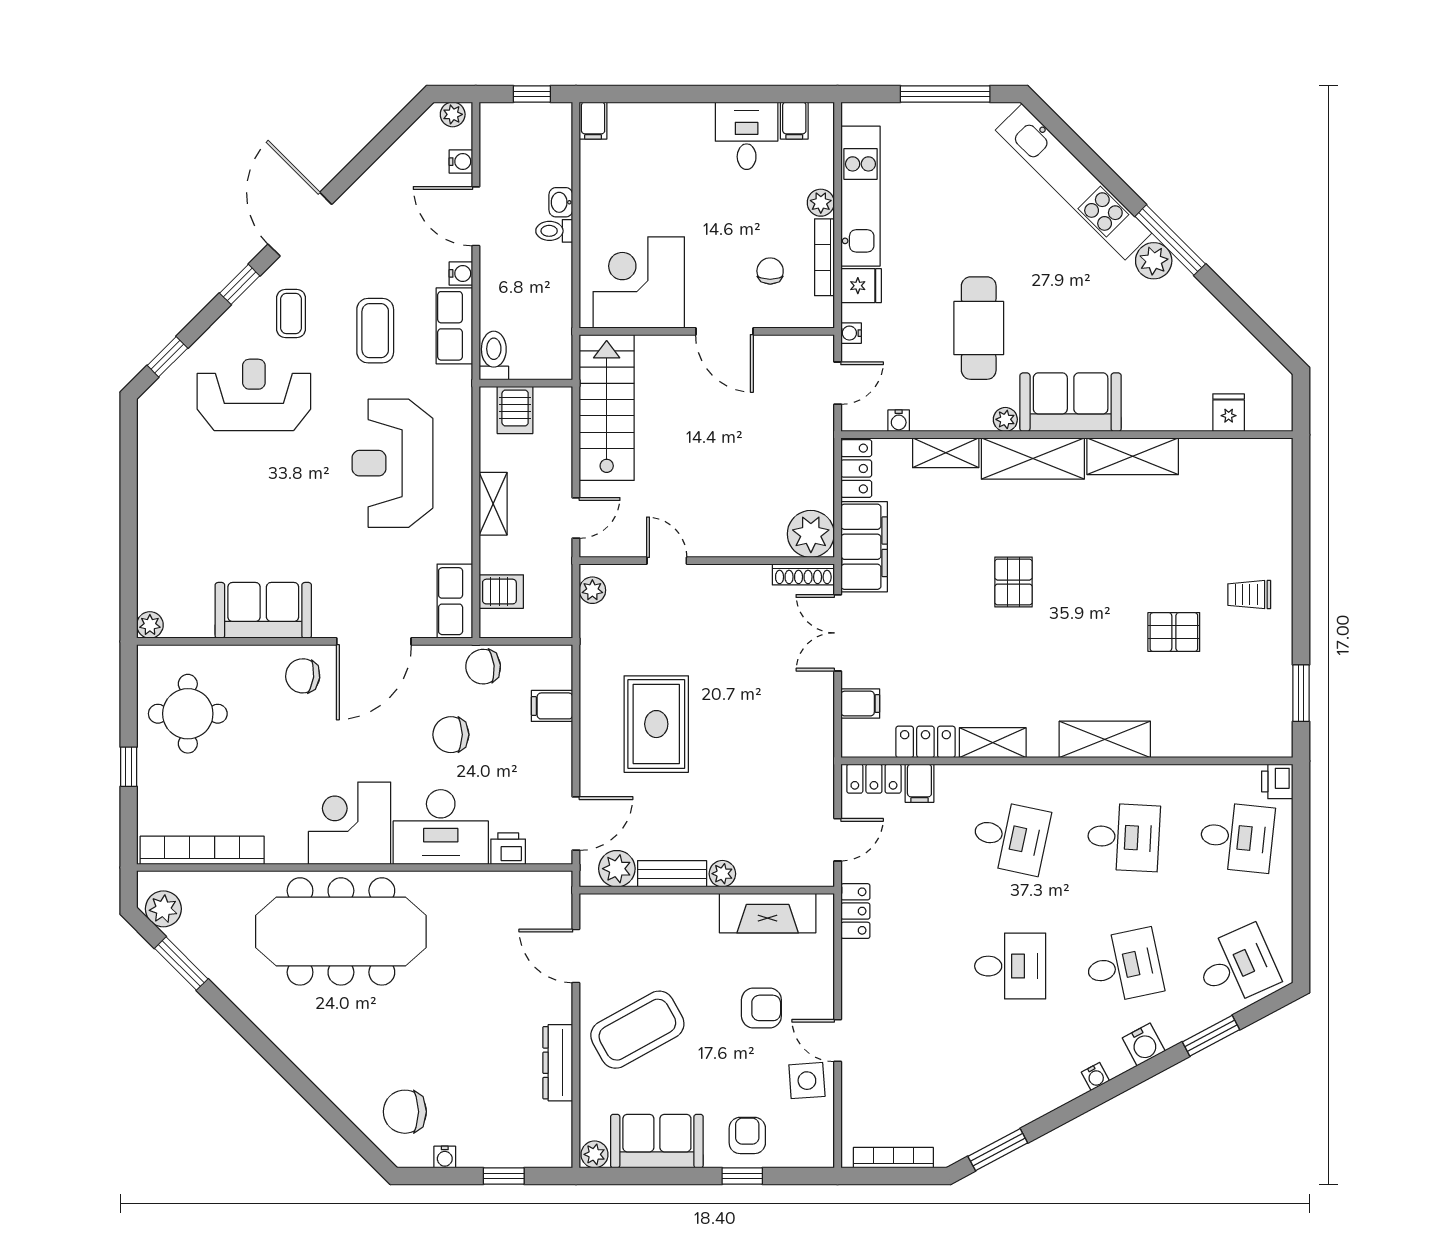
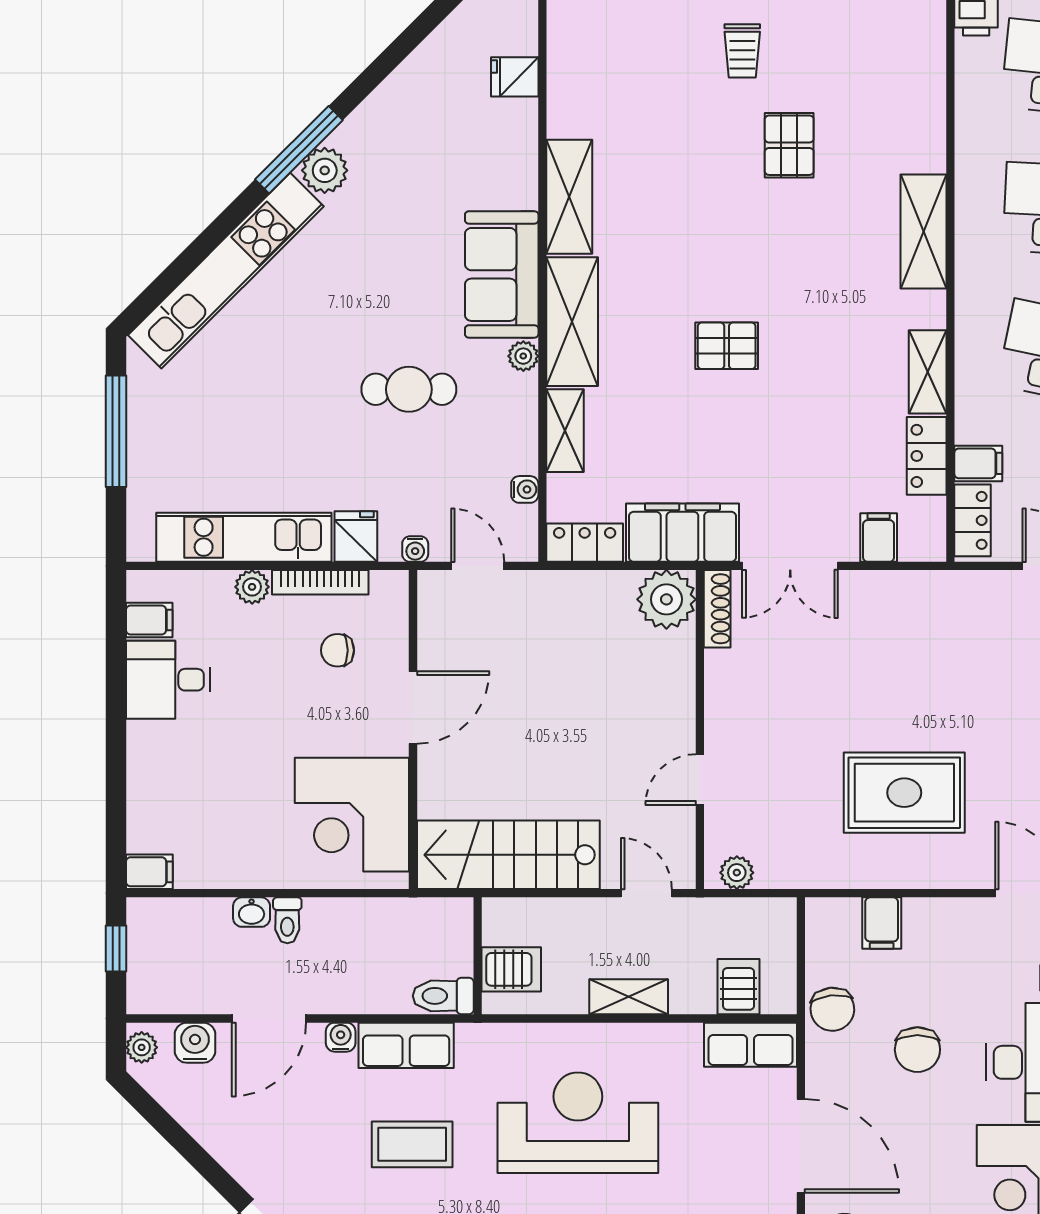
water cooler: (461, 162) -> (195, 1043), width x1.38, depth x1.38
cafe table: (979, 328) -> (409, 389), width x0.73, depth x0.74
reception desk: (392, 463) -> (578, 1123), turned 180

